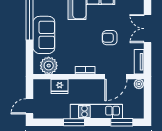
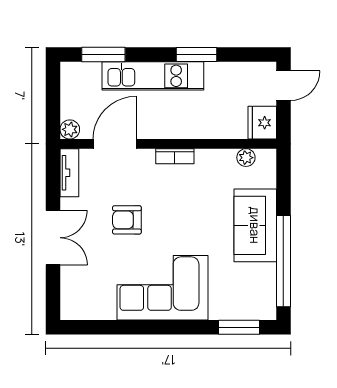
armchair: (110, 38) -> (127, 220), turned 180
plant: (49, 66) -> (246, 158), width x0.53, depth x0.53
fridge: (60, 86) -> (262, 123), moved, turned -90

